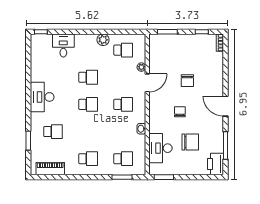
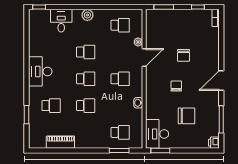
plant: (103, 40) -> (87, 15), moved
door: (225, 106) -> (221, 80), hinge flipped
desk: (161, 148) -> (157, 134), moved
school desk: (88, 159) -> (86, 106), moved
printer: (215, 164) -> (214, 143), width x0.53, depth x0.68
piano: (50, 169) -> (60, 142), moved

